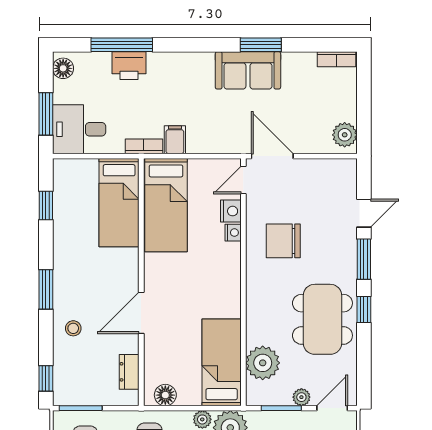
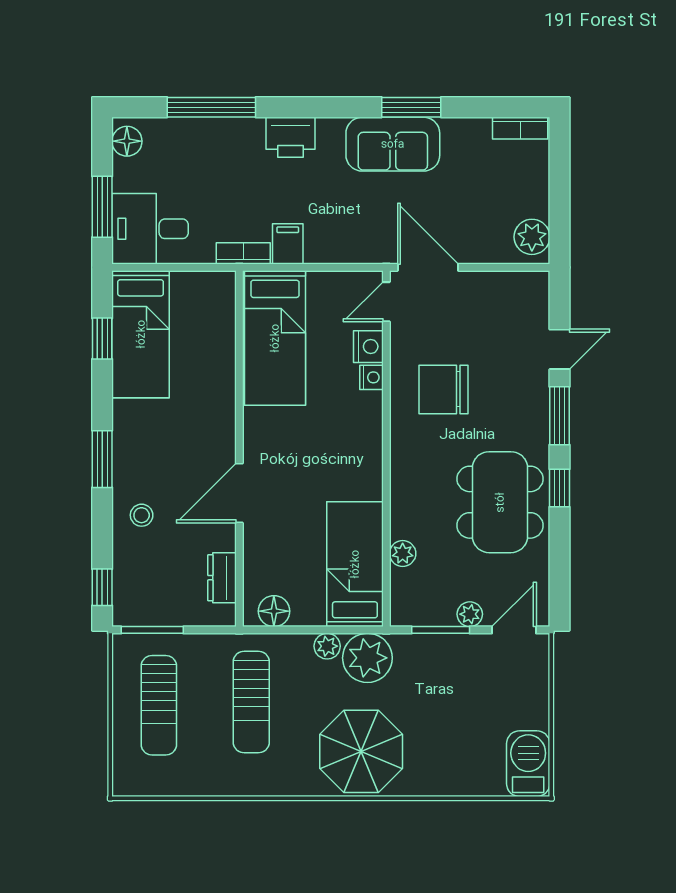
printer: (129, 66) -> (290, 137), moved
bed: (119, 203) -> (141, 334), moved
plant: (263, 363) -> (403, 553), width x0.53, depth x0.53

